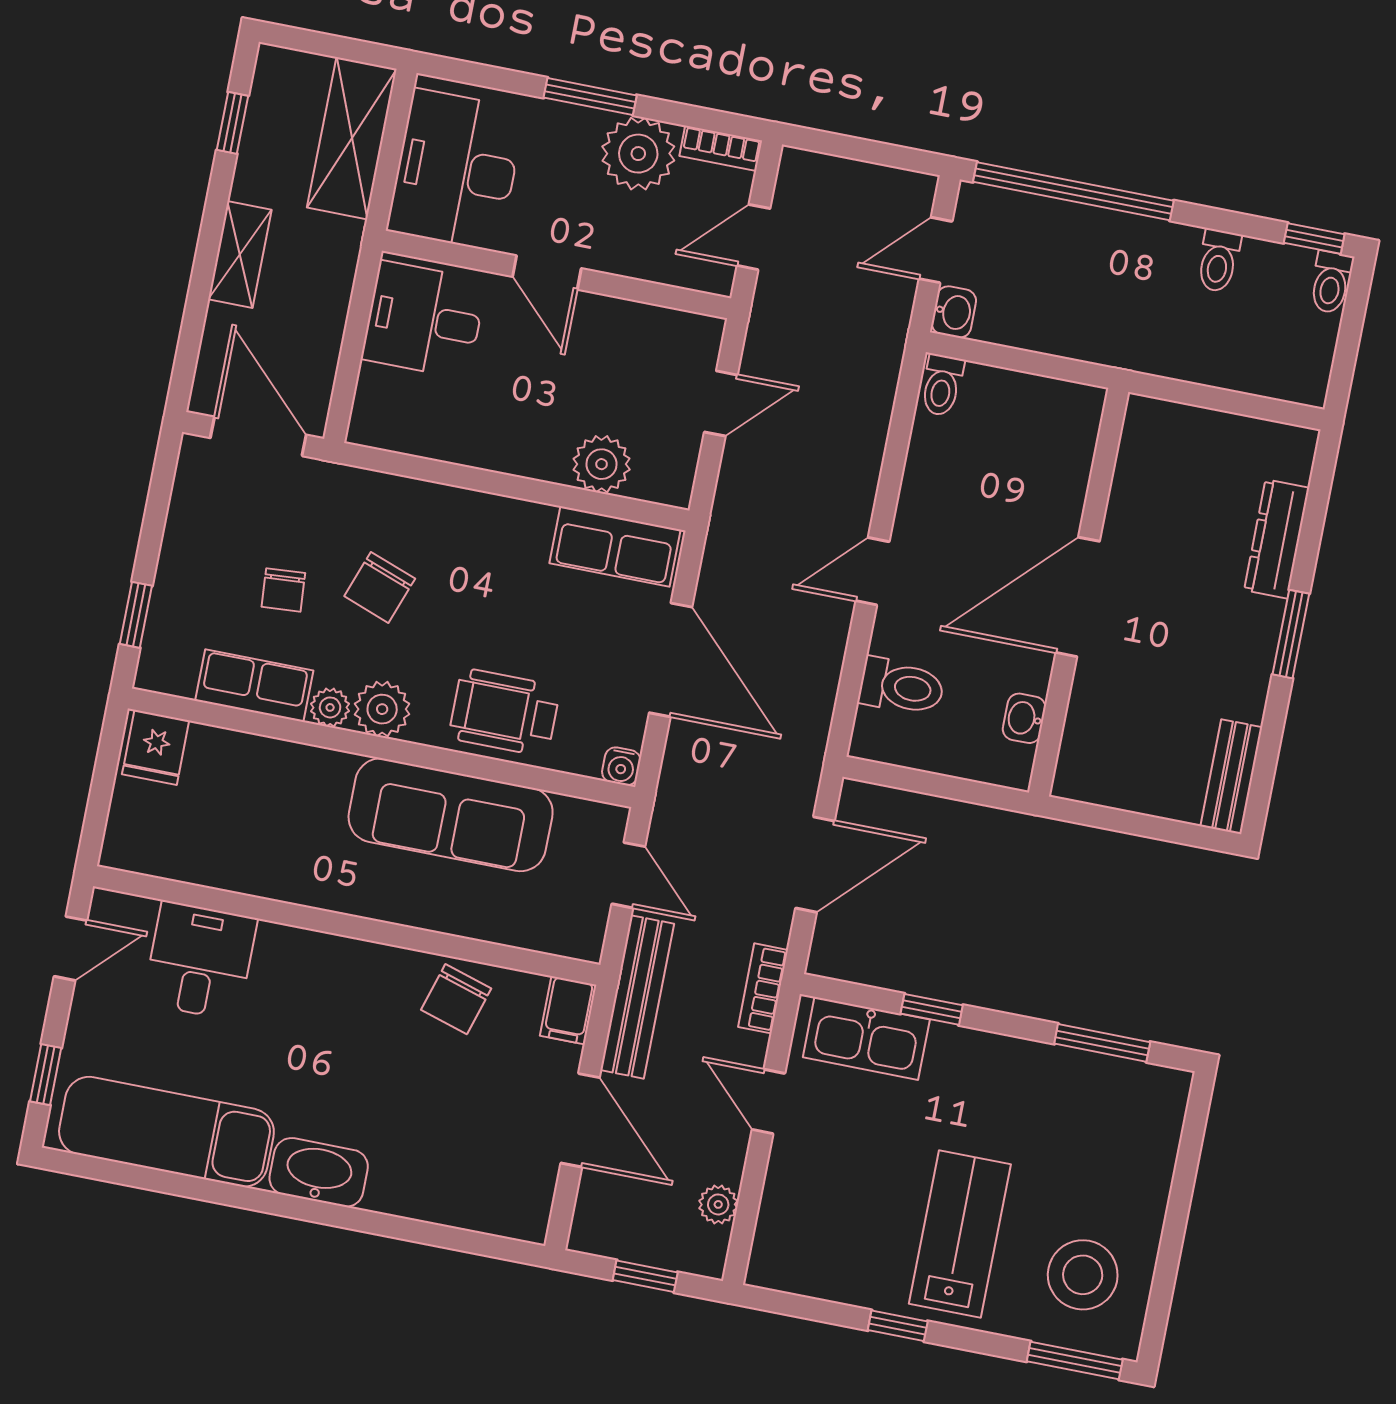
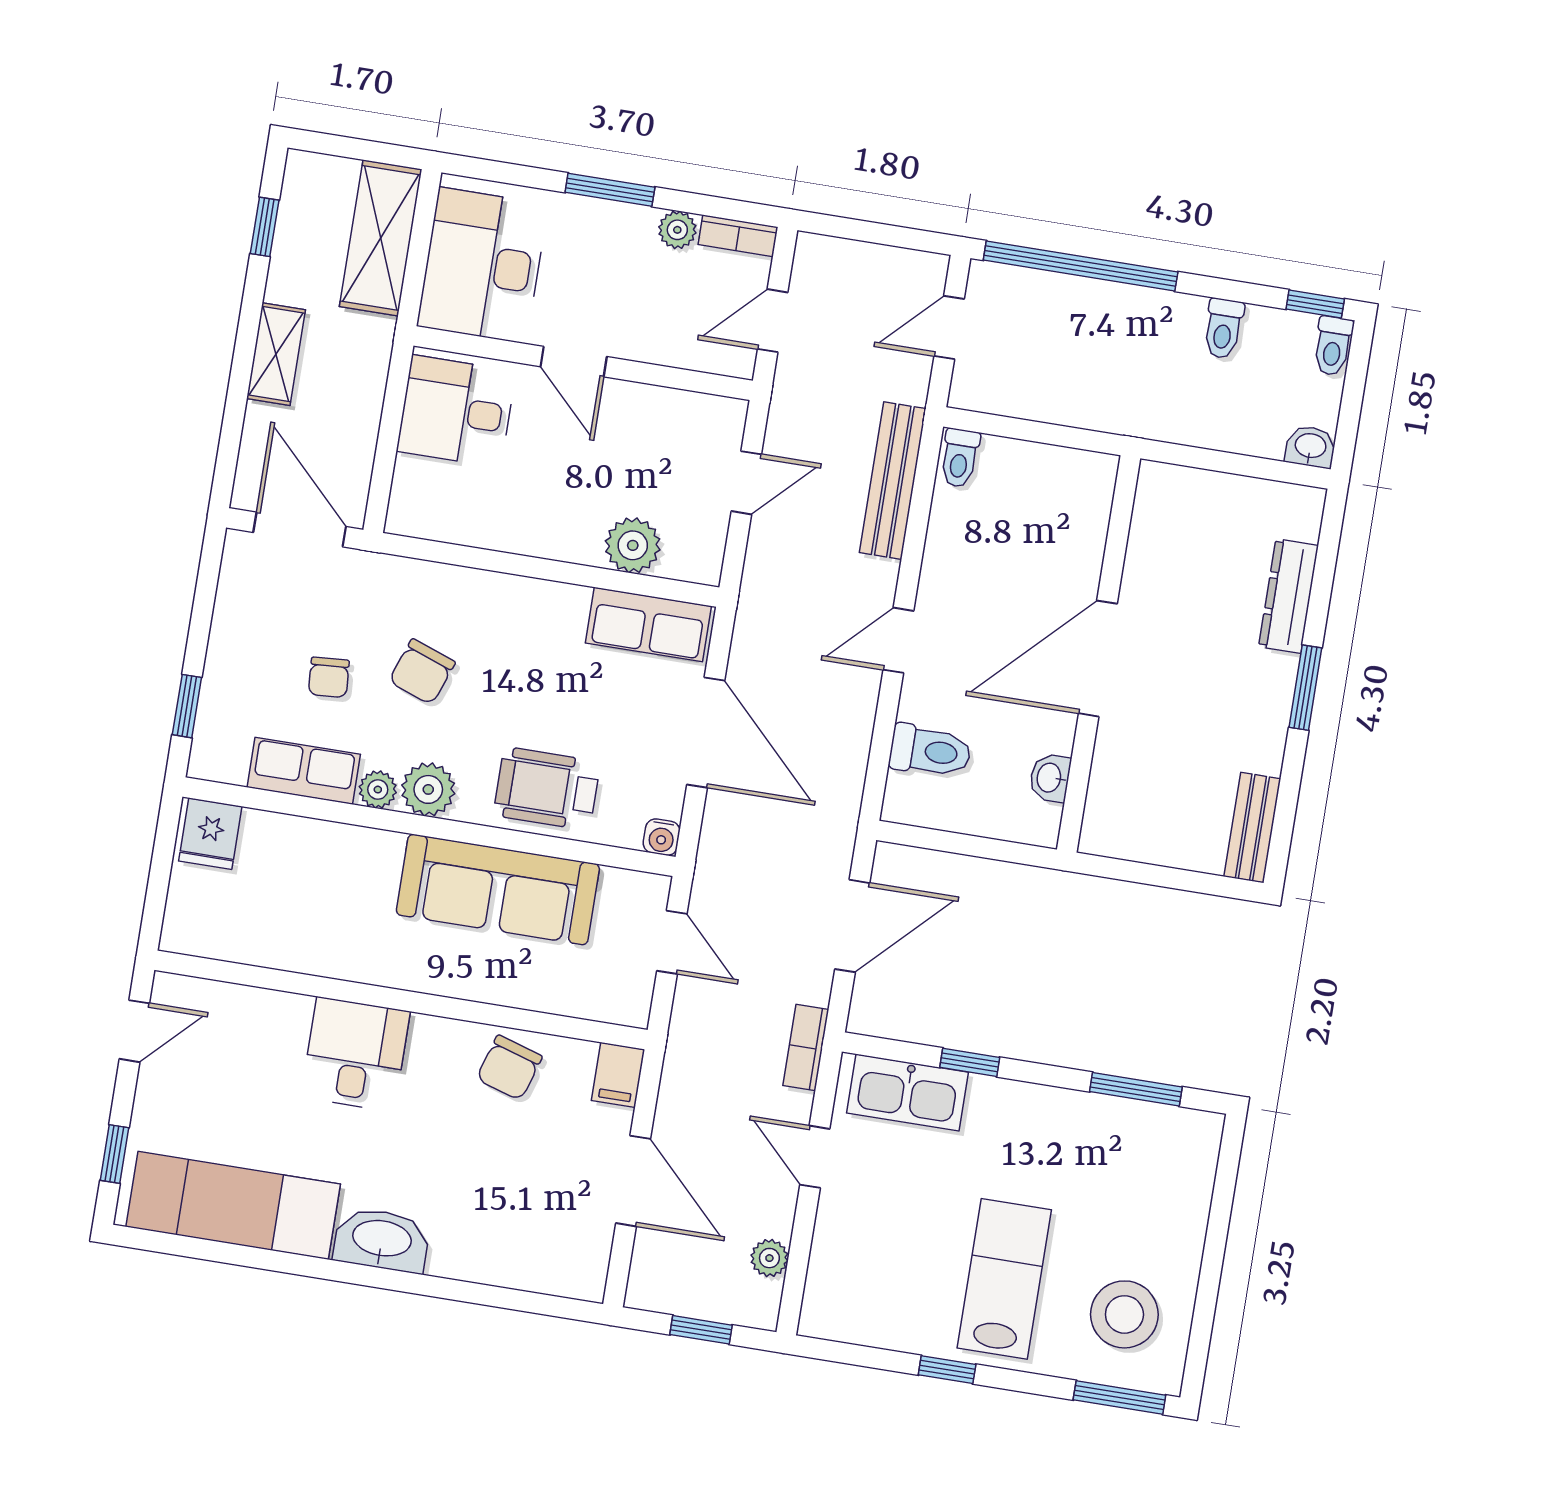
plant: (638, 154) -> (677, 230), width x0.53, depth x0.53
washbasin: (954, 312) -> (1310, 447), moved, turned -90
desk: (200, 961) -> (355, 1054), moved
bench: (637, 997) -> (893, 481), moved

